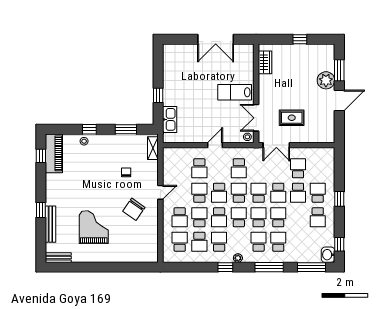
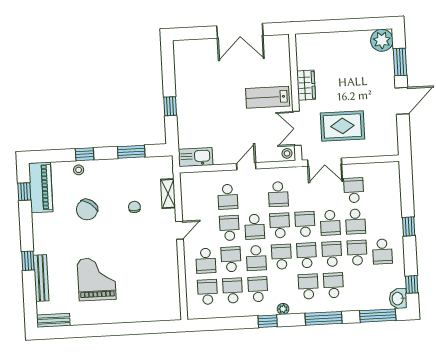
window: (300, 39) -> (348, 25), removed
wardrobe: (265, 62) -> (306, 85), moved
plant: (326, 80) -> (382, 40), moved
rug: (292, 118) -> (342, 126), width x1.36, depth x1.43
kitchen sink: (170, 119) -> (196, 157), moved, turned -90
shelving: (153, 148) -> (168, 194), moved
school desk: (318, 193) -> (357, 253), moved
chair: (134, 209) -> (87, 210), moved
school desk: (199, 242) -> (233, 291), turned 180

